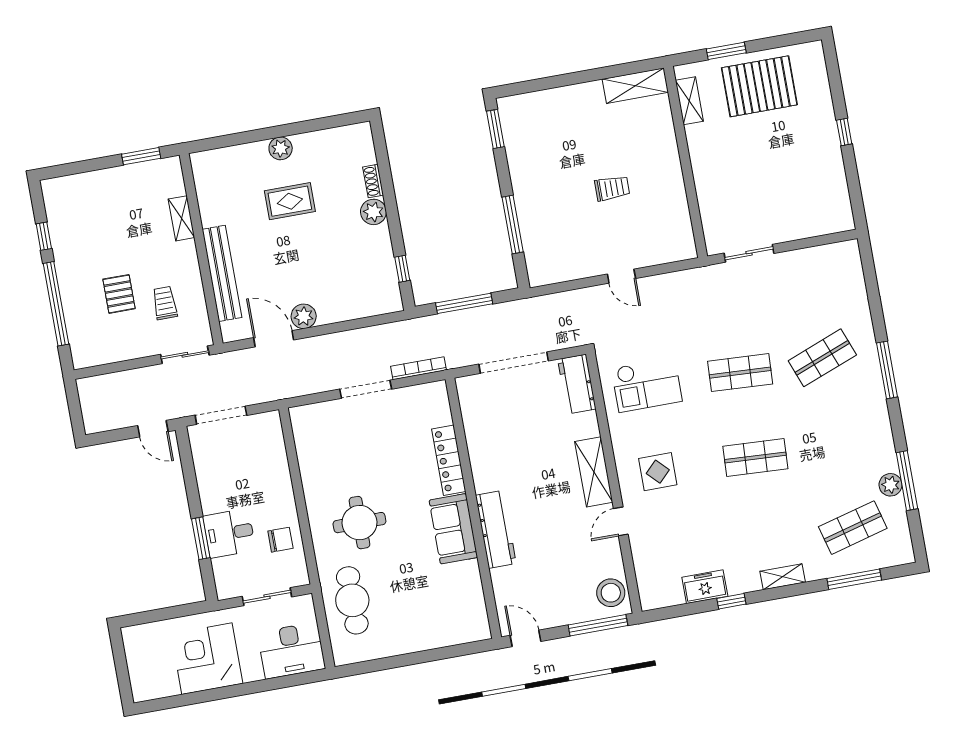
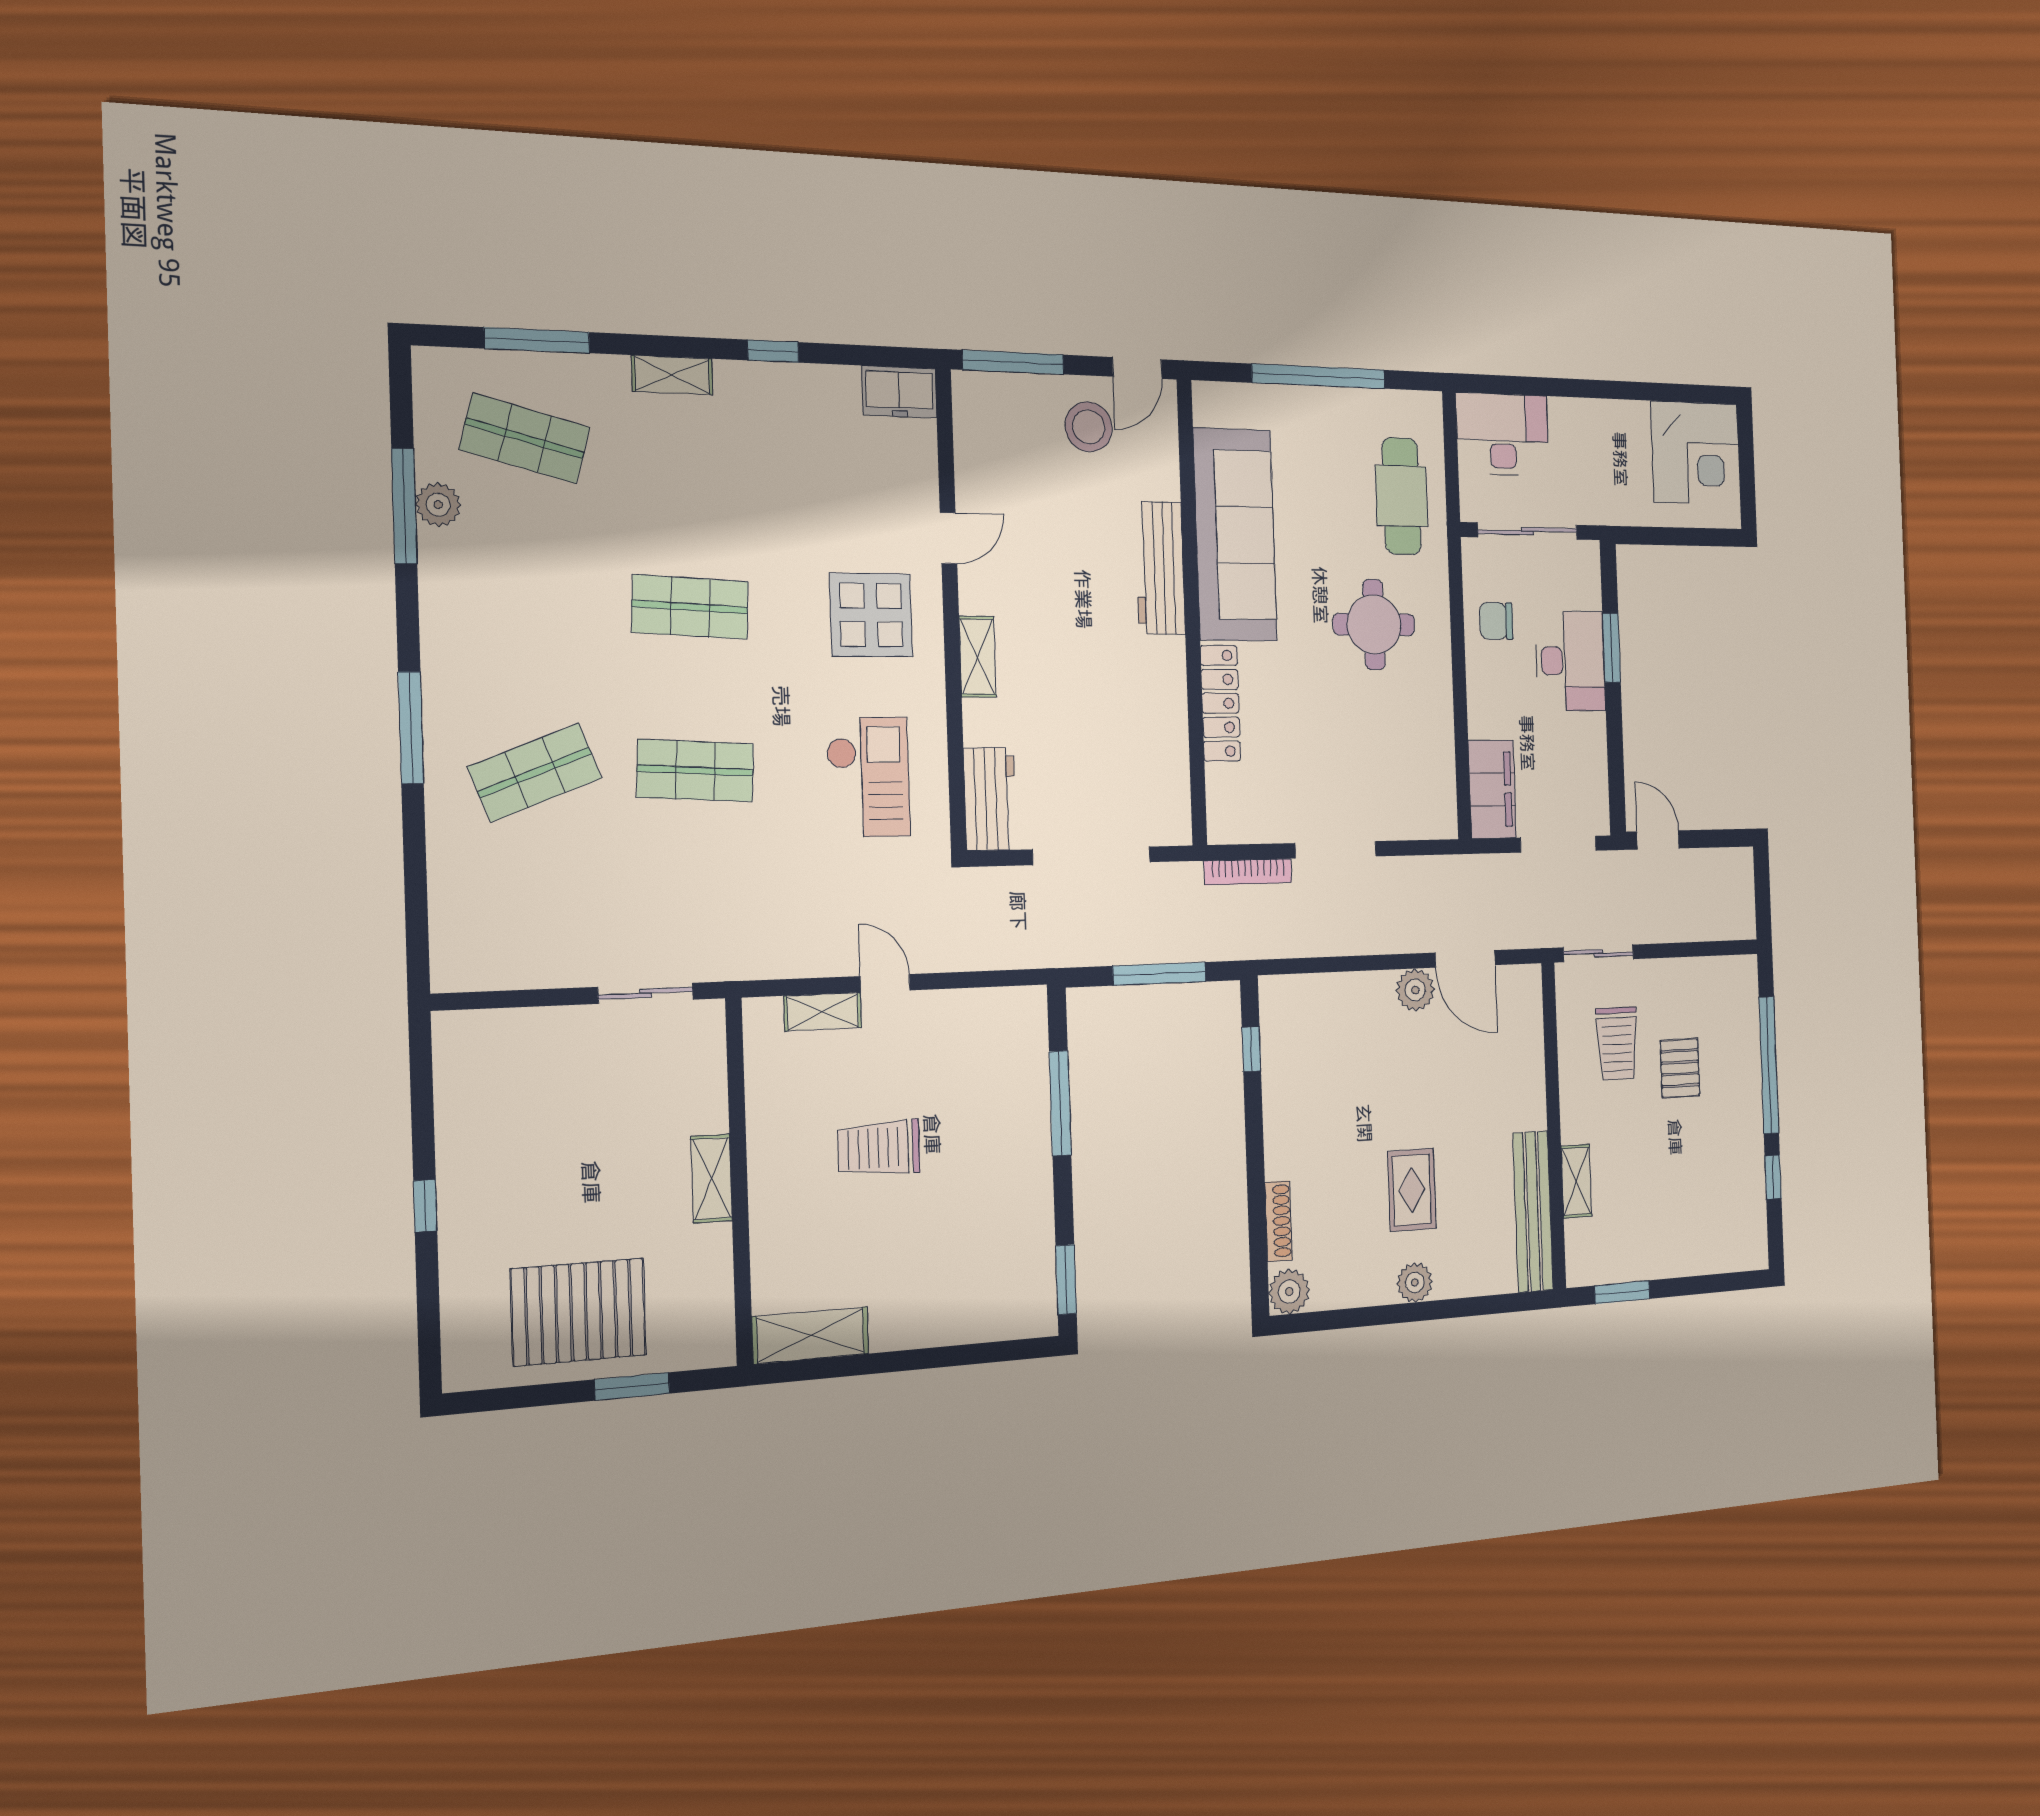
shelving: (689, 101) -> (712, 1179), moved
shoe rack: (373, 181) -> (1279, 1221), width x1.43
trolley: (612, 188) -> (879, 1148), width x1.36, depth x1.39
rug: (290, 201) -> (1412, 1190), turned 90
plant: (373, 212) -> (1289, 1291), moved
shelving: (653, 256) -> (823, 1012), added
bench: (222, 273) -> (1533, 1211), moved
trolley: (165, 303) -> (1617, 1043), width x1.36, depth x1.39
checkout: (647, 385) -> (868, 777), turned 90
filing cabinet: (269, 440) -> (1492, 789), added
shelving: (594, 472) -> (977, 657), width x0.67, depth x0.75
display table: (658, 472) -> (871, 615), width x1.36, depth x1.36
shop shelf: (853, 528) -> (525, 438), turned 30
sofa: (453, 529) -> (1235, 535), width x1.85, depth x1.27
desk: (229, 533) -> (1570, 661), width x1.37
freezer: (705, 587) -> (899, 392), moved
stool: (611, 593) -> (1089, 427), moved
sliding door: (267, 597) -> (1528, 531), width x1.37
door: (525, 638) -> (1137, 368), hinge flipped
window: (414, 658) -> (1319, 376), added
corner desk: (207, 659) -> (1696, 453), moved

